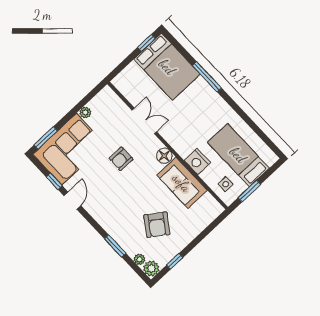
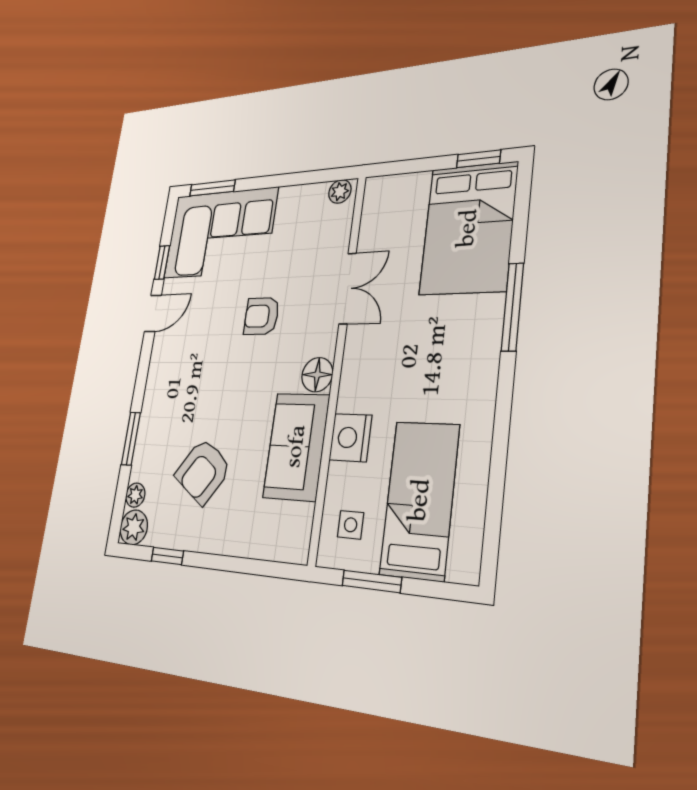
plant: (85, 112) -> (340, 191), moved

